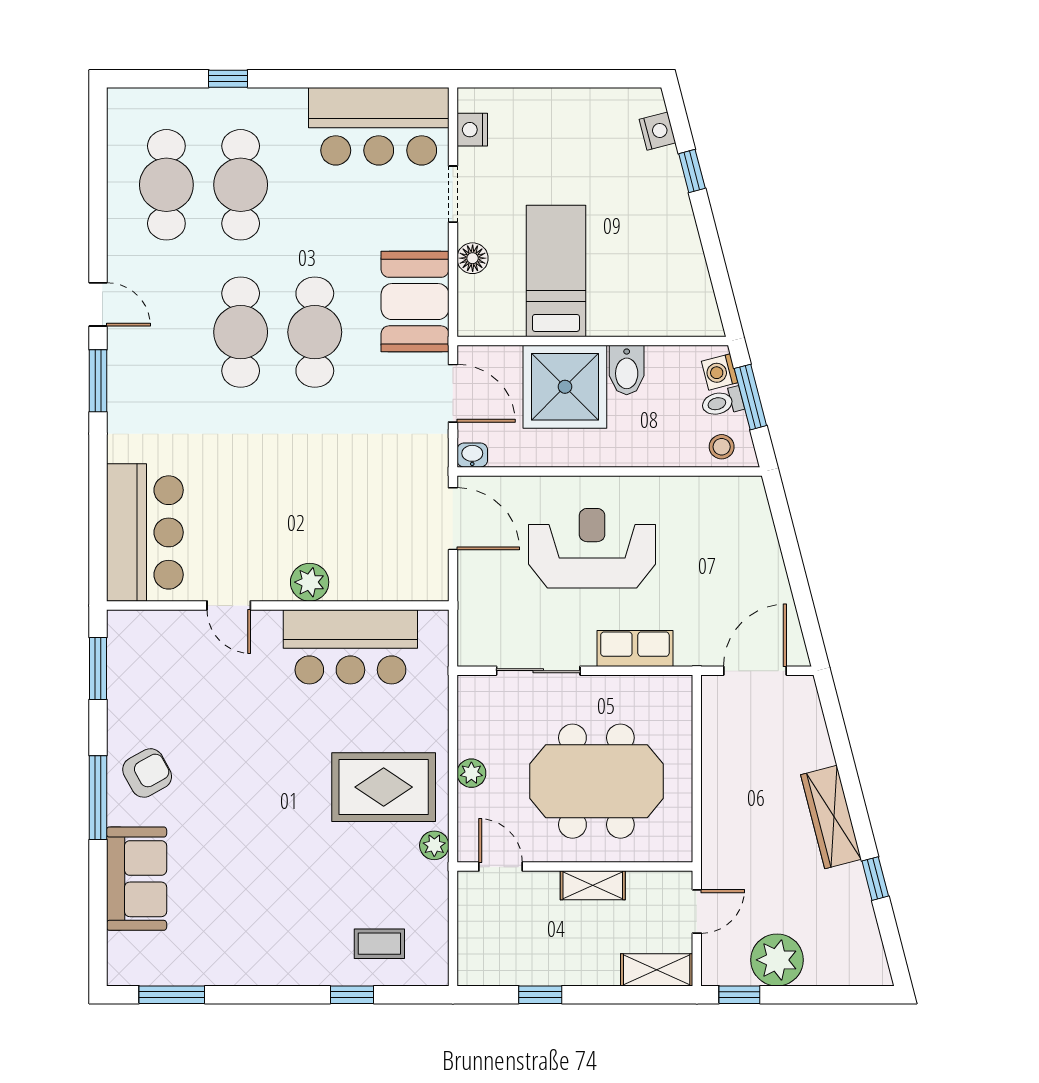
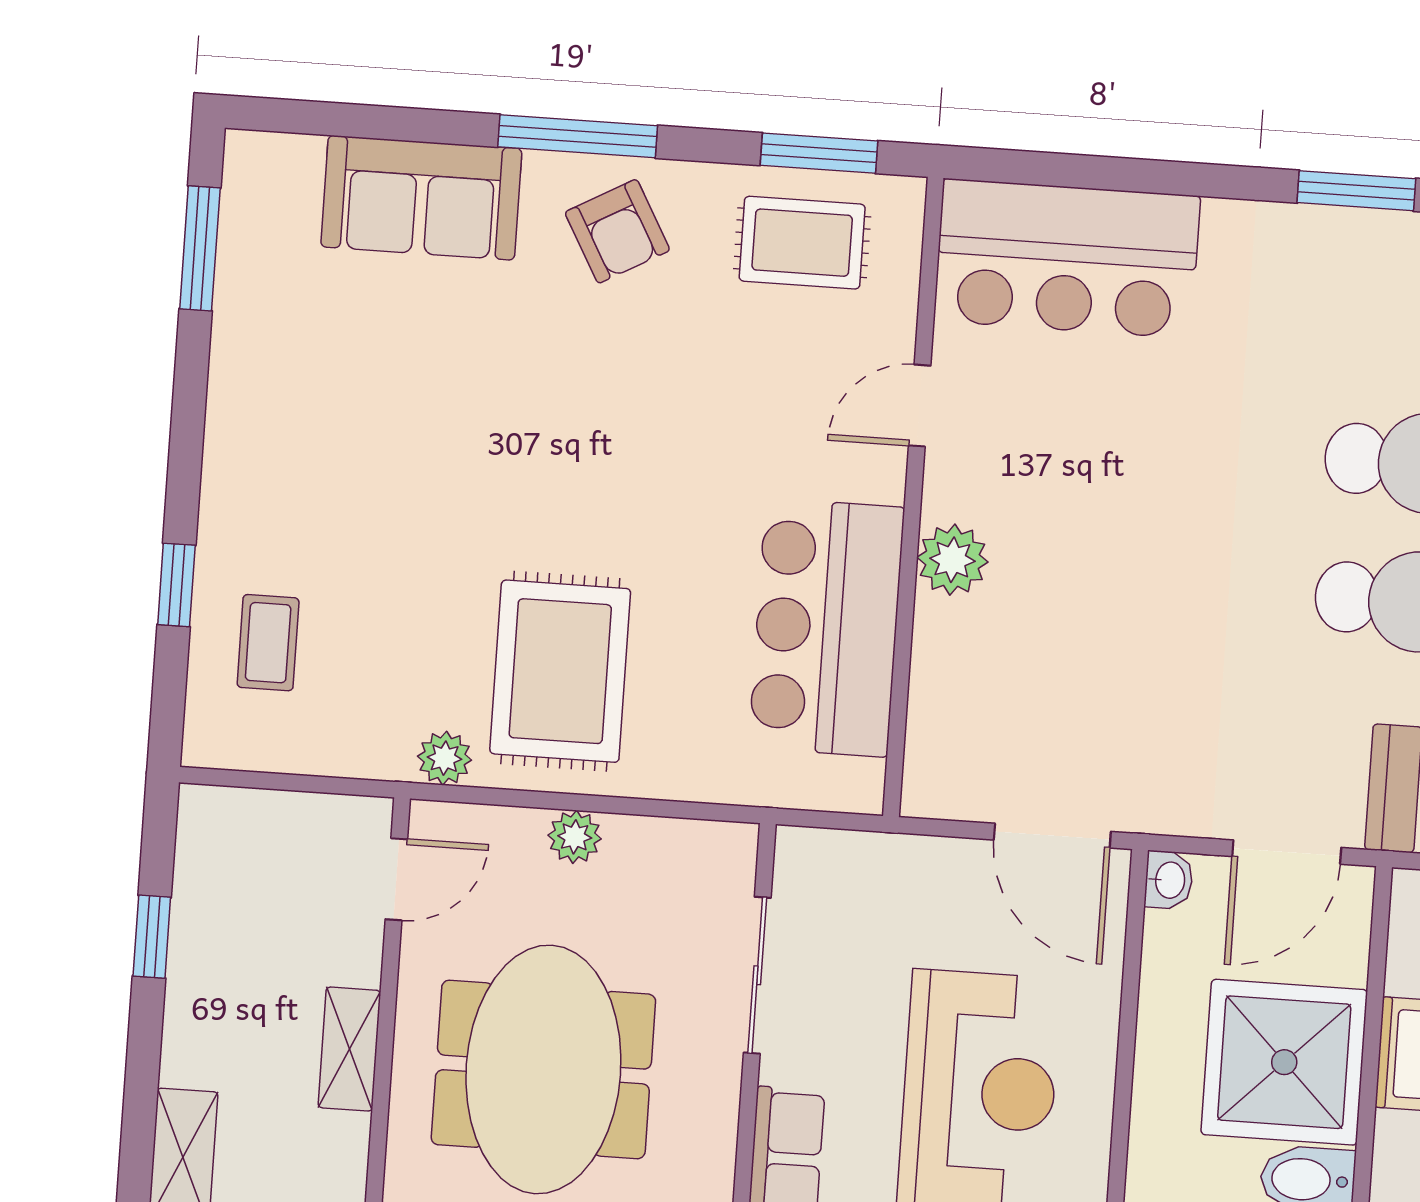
door: (453, 519) -> (1052, 836), hinge flipped
rug: (146, 674) -> (802, 243), added

